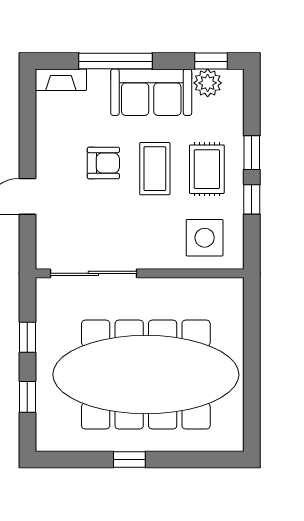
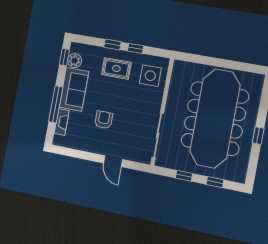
fireplace: (61, 80) -> (62, 122), moved
coffee table: (155, 169) -> (111, 95), removed

